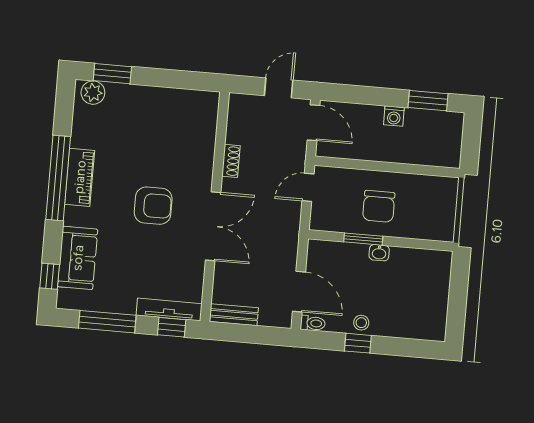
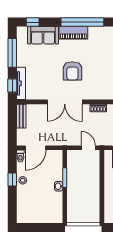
piano: (80, 177) -> (73, 33), moved
chair: (379, 206) -> (82, 184), removed

